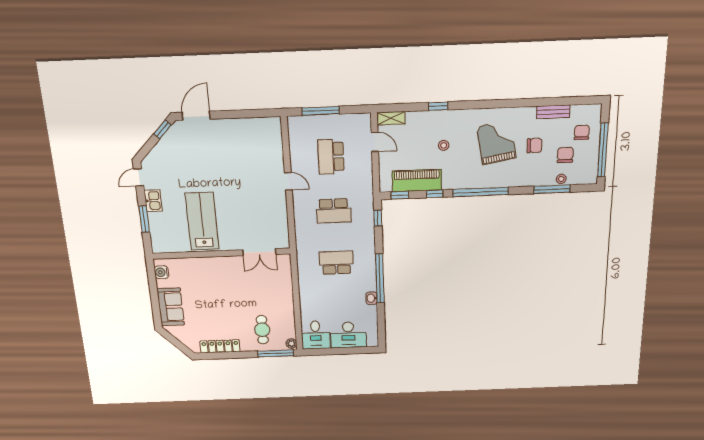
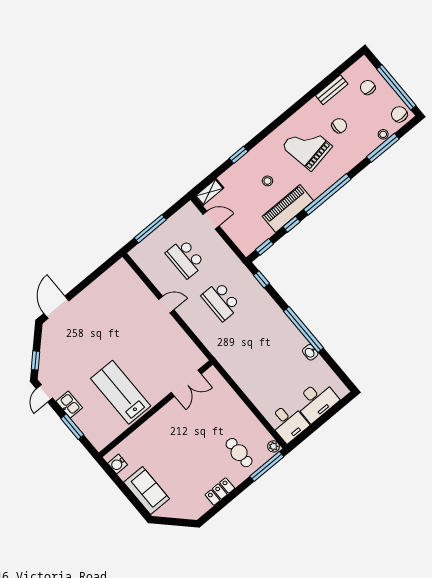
window: (162, 129) -> (36, 360), moved
chair: (565, 155) -> (399, 114), moved
piano: (417, 181) -> (288, 208), moved
school desk: (334, 211) -> (221, 301), turned 90
school desk: (336, 263) -> (257, 344), removed
locker: (220, 346) -> (220, 492), width x0.66

